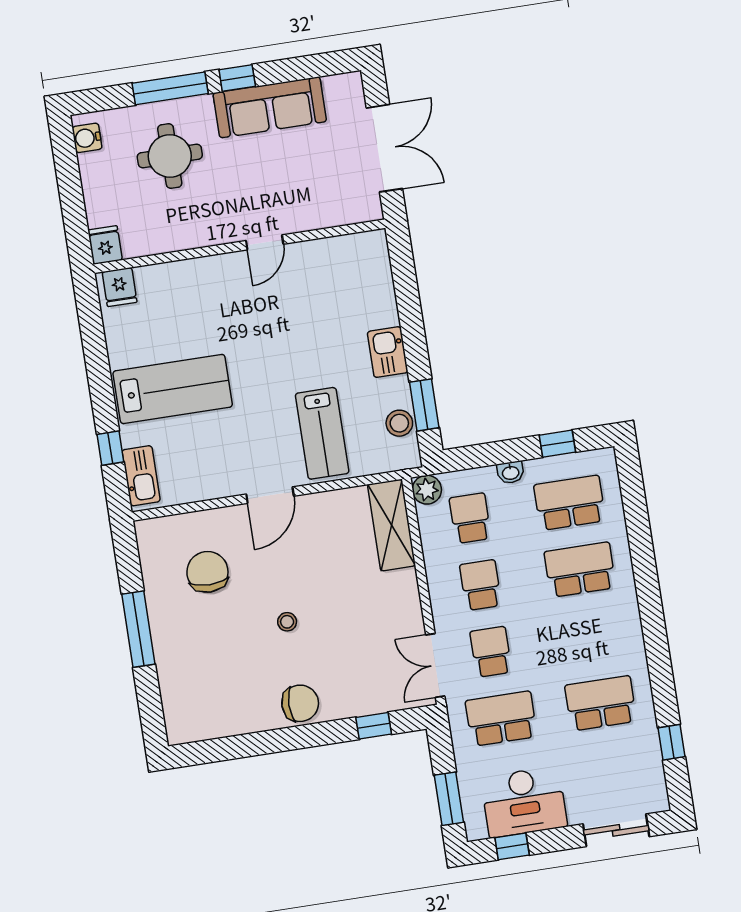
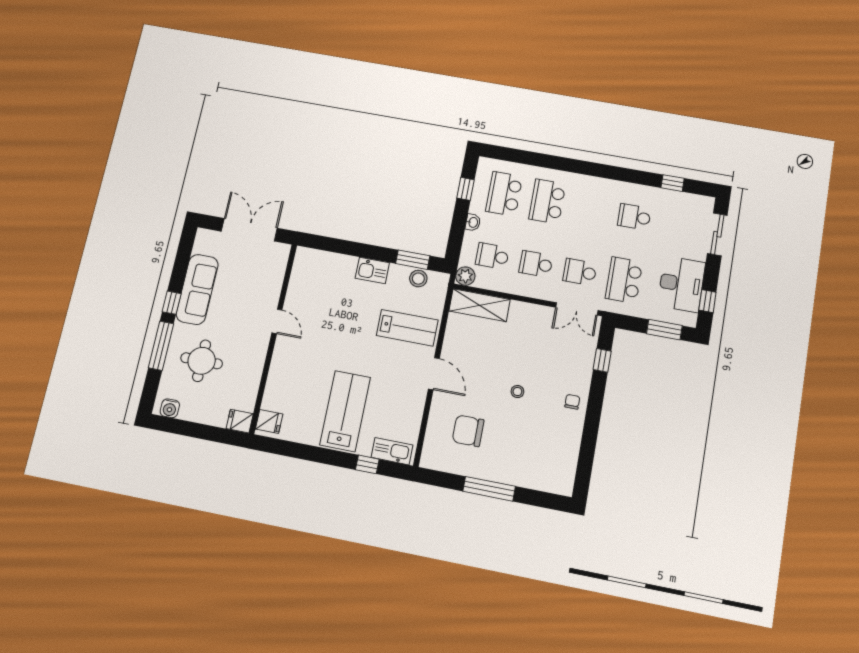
chair: (300, 703) -> (572, 402), width x0.54, depth x0.54
school desk: (601, 703) -> (634, 217), width x0.54

